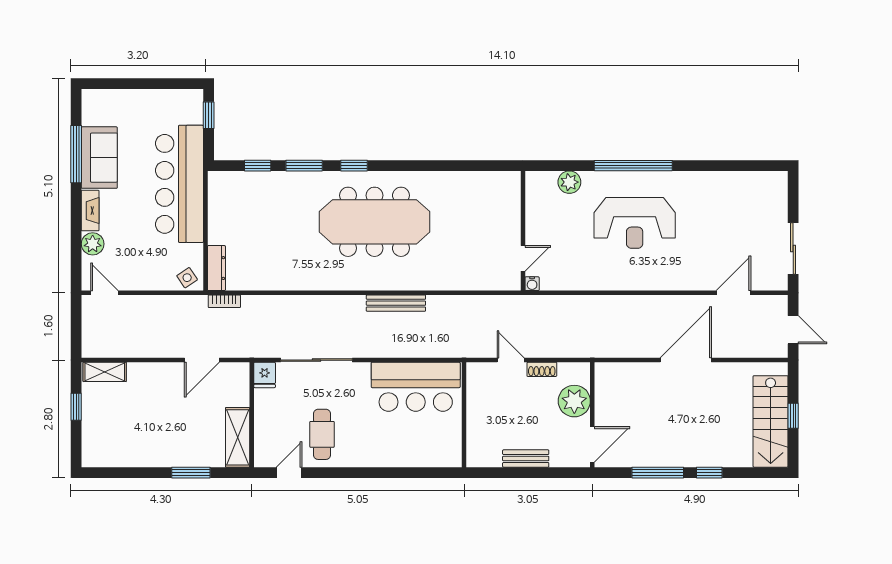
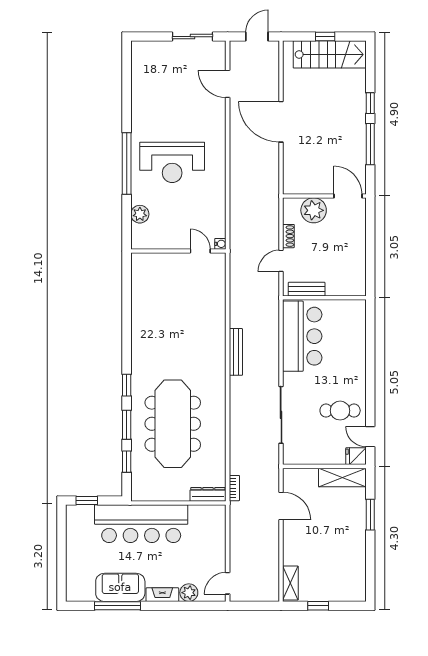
meeting table: (374, 222) -> (173, 424), moved
reception desk: (635, 223) -> (172, 162), turned 90
side table: (187, 278) -> (216, 518), removed
fridge: (265, 375) -> (356, 456), moved, turned 180
bench: (526, 458) -> (307, 289), moved, turned 90

